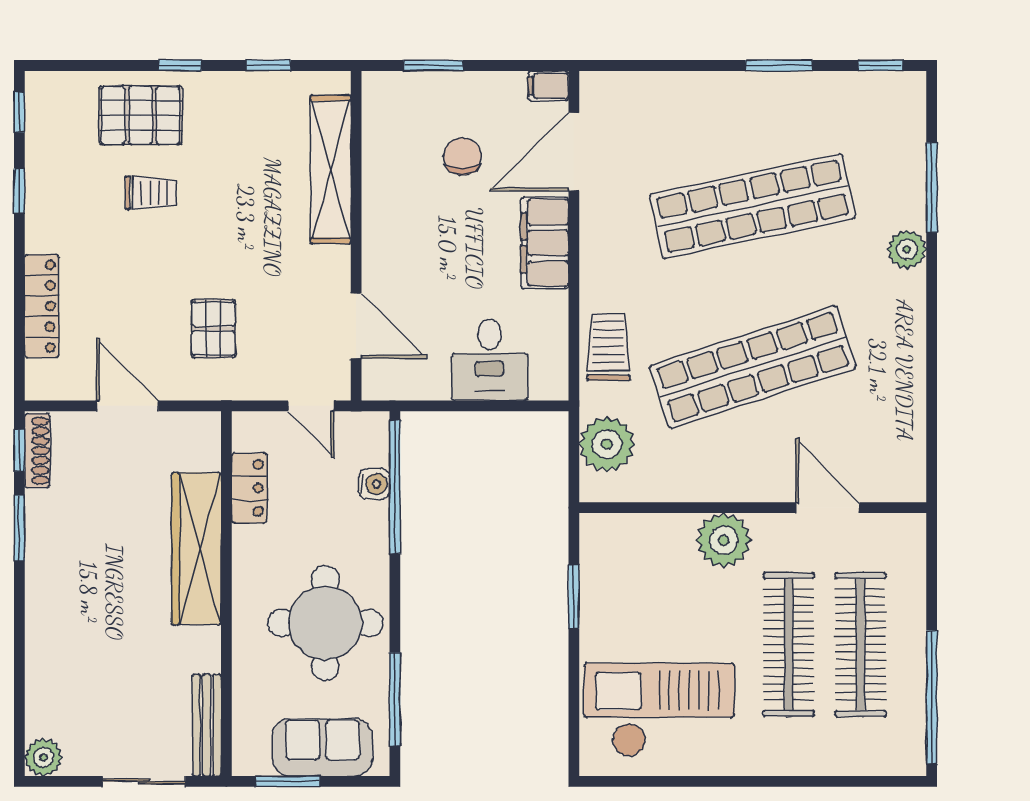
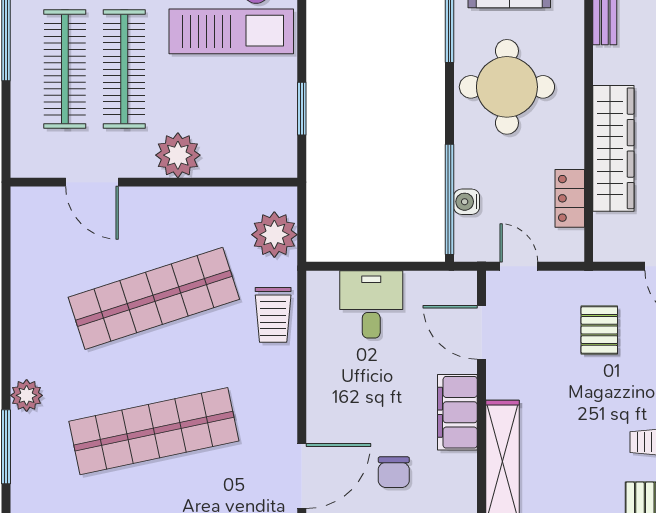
filing cabinet: (545, 243) -> (457, 412), moved, turned 180

